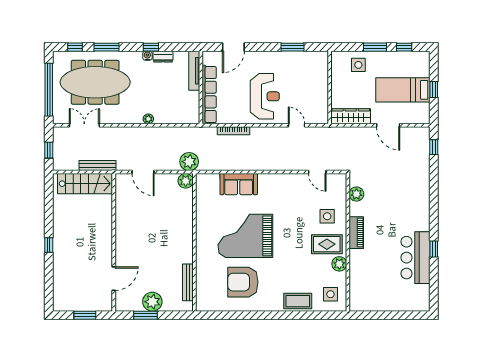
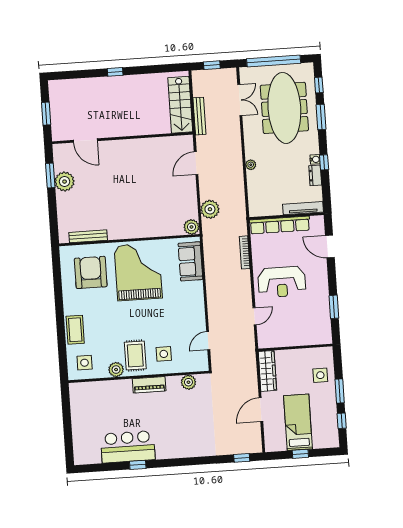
plant: (186, 181) -> (191, 227), moved
wall: (194, 242) -> (129, 240), moved
bench: (188, 282) -> (88, 236), moved

